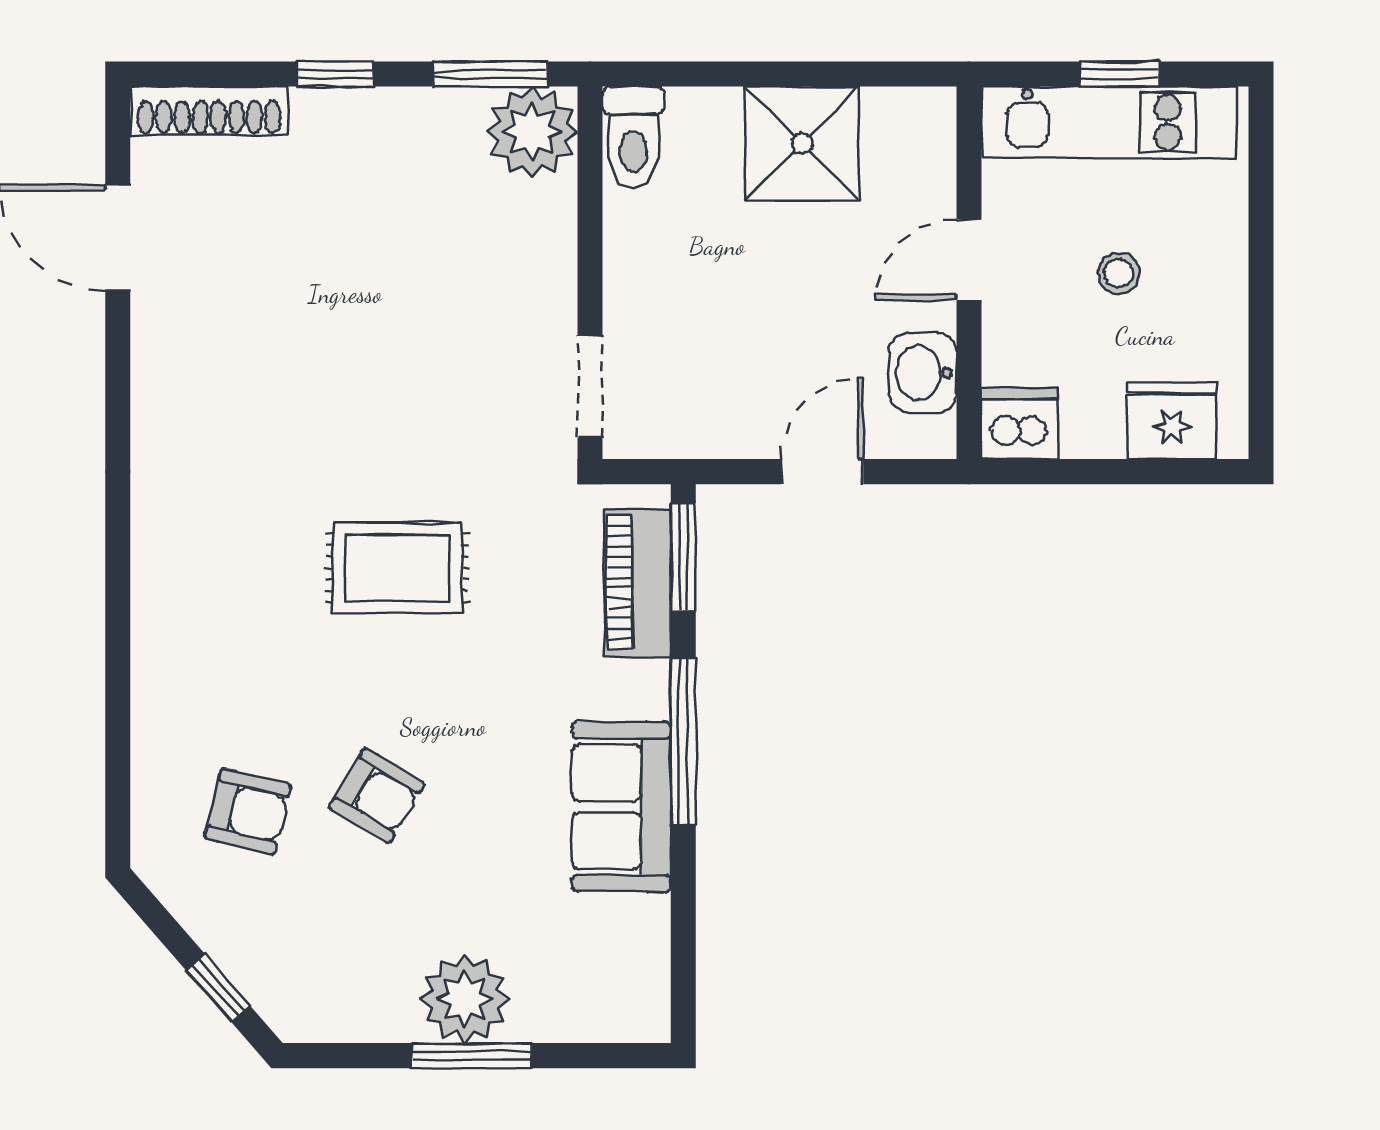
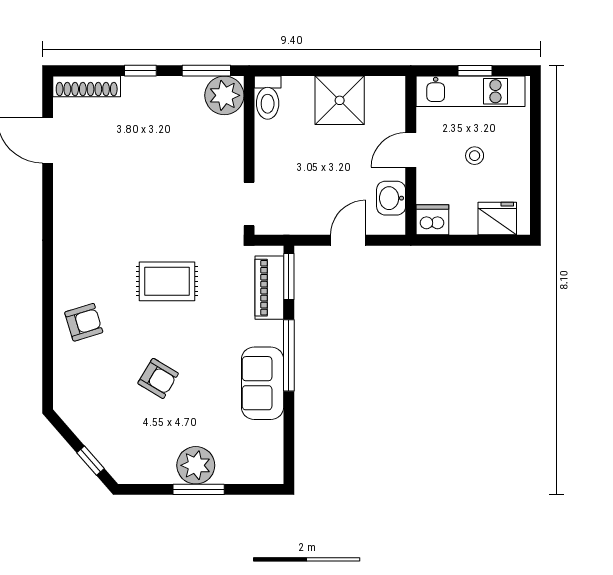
armchair: (248, 811) -> (84, 322), moved, turned -31

